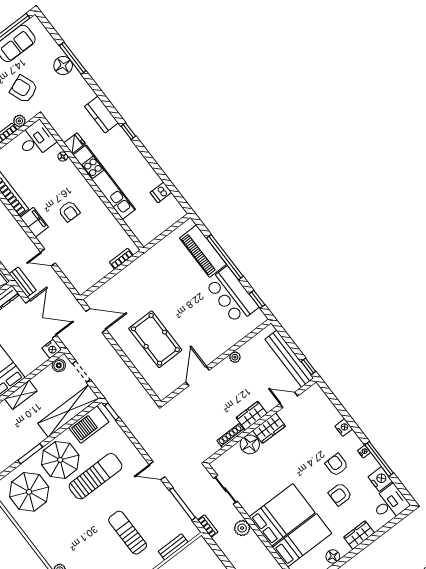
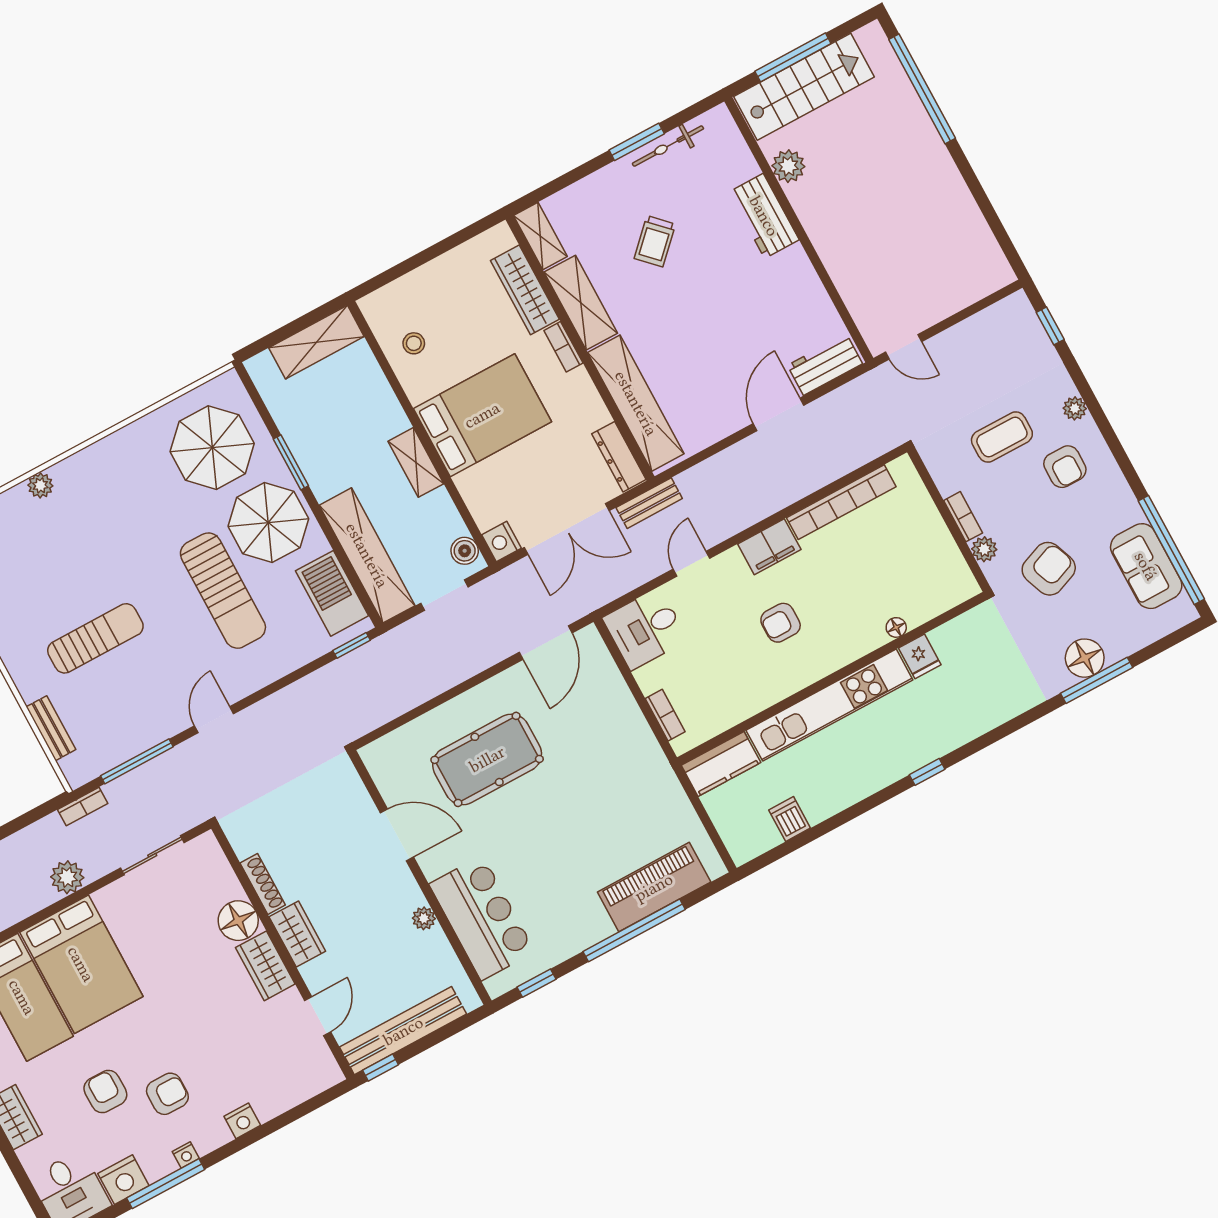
kitchen counter: (101, 115) -> (721, 764), moved, turned 180
desk: (36, 140) -> (645, 629), moved, turned 90
bar counter: (232, 295) -> (482, 918), moved, turned 90

